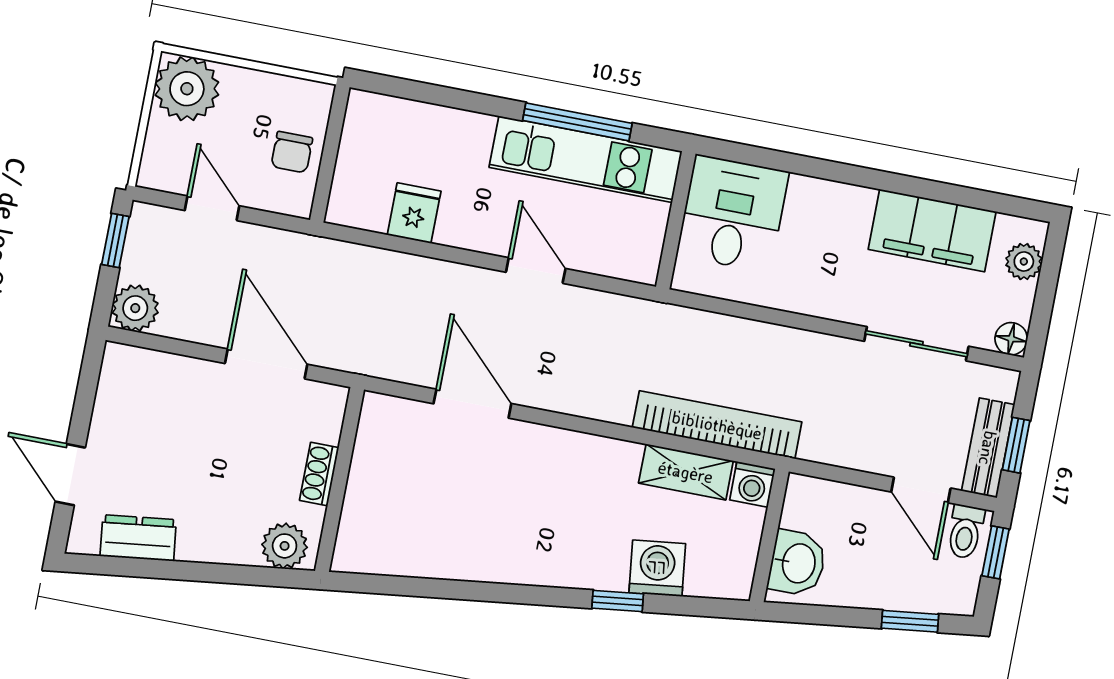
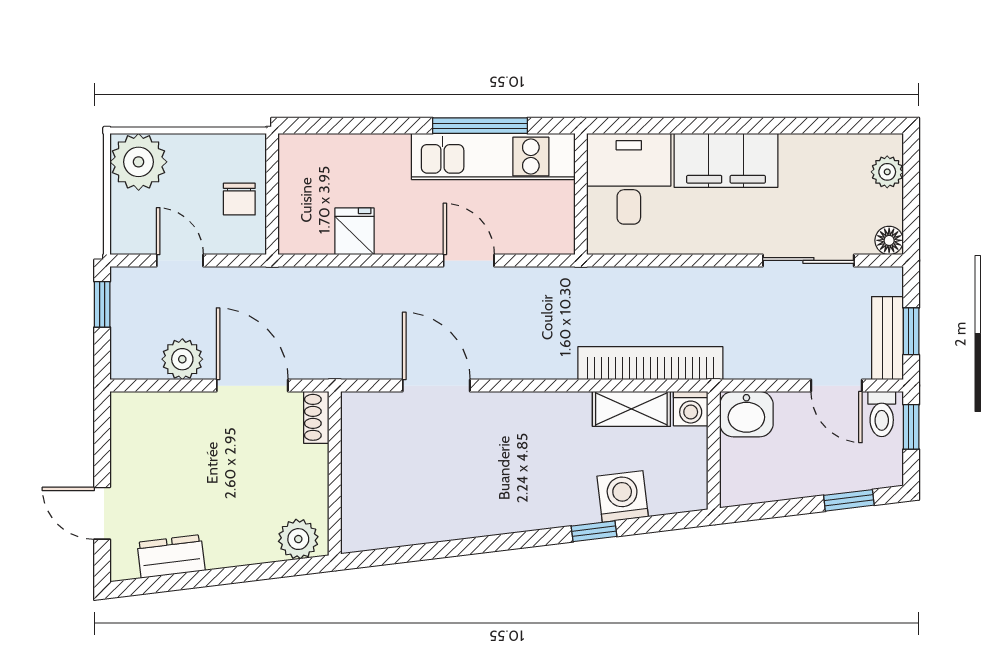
filing cabinet: (932, 231) -> (726, 160), moved
plant: (135, 308) -> (182, 359), moved
shoe rack: (319, 474) -> (316, 417), moved
washbasin: (797, 563) -> (746, 414), moved, turned 90

